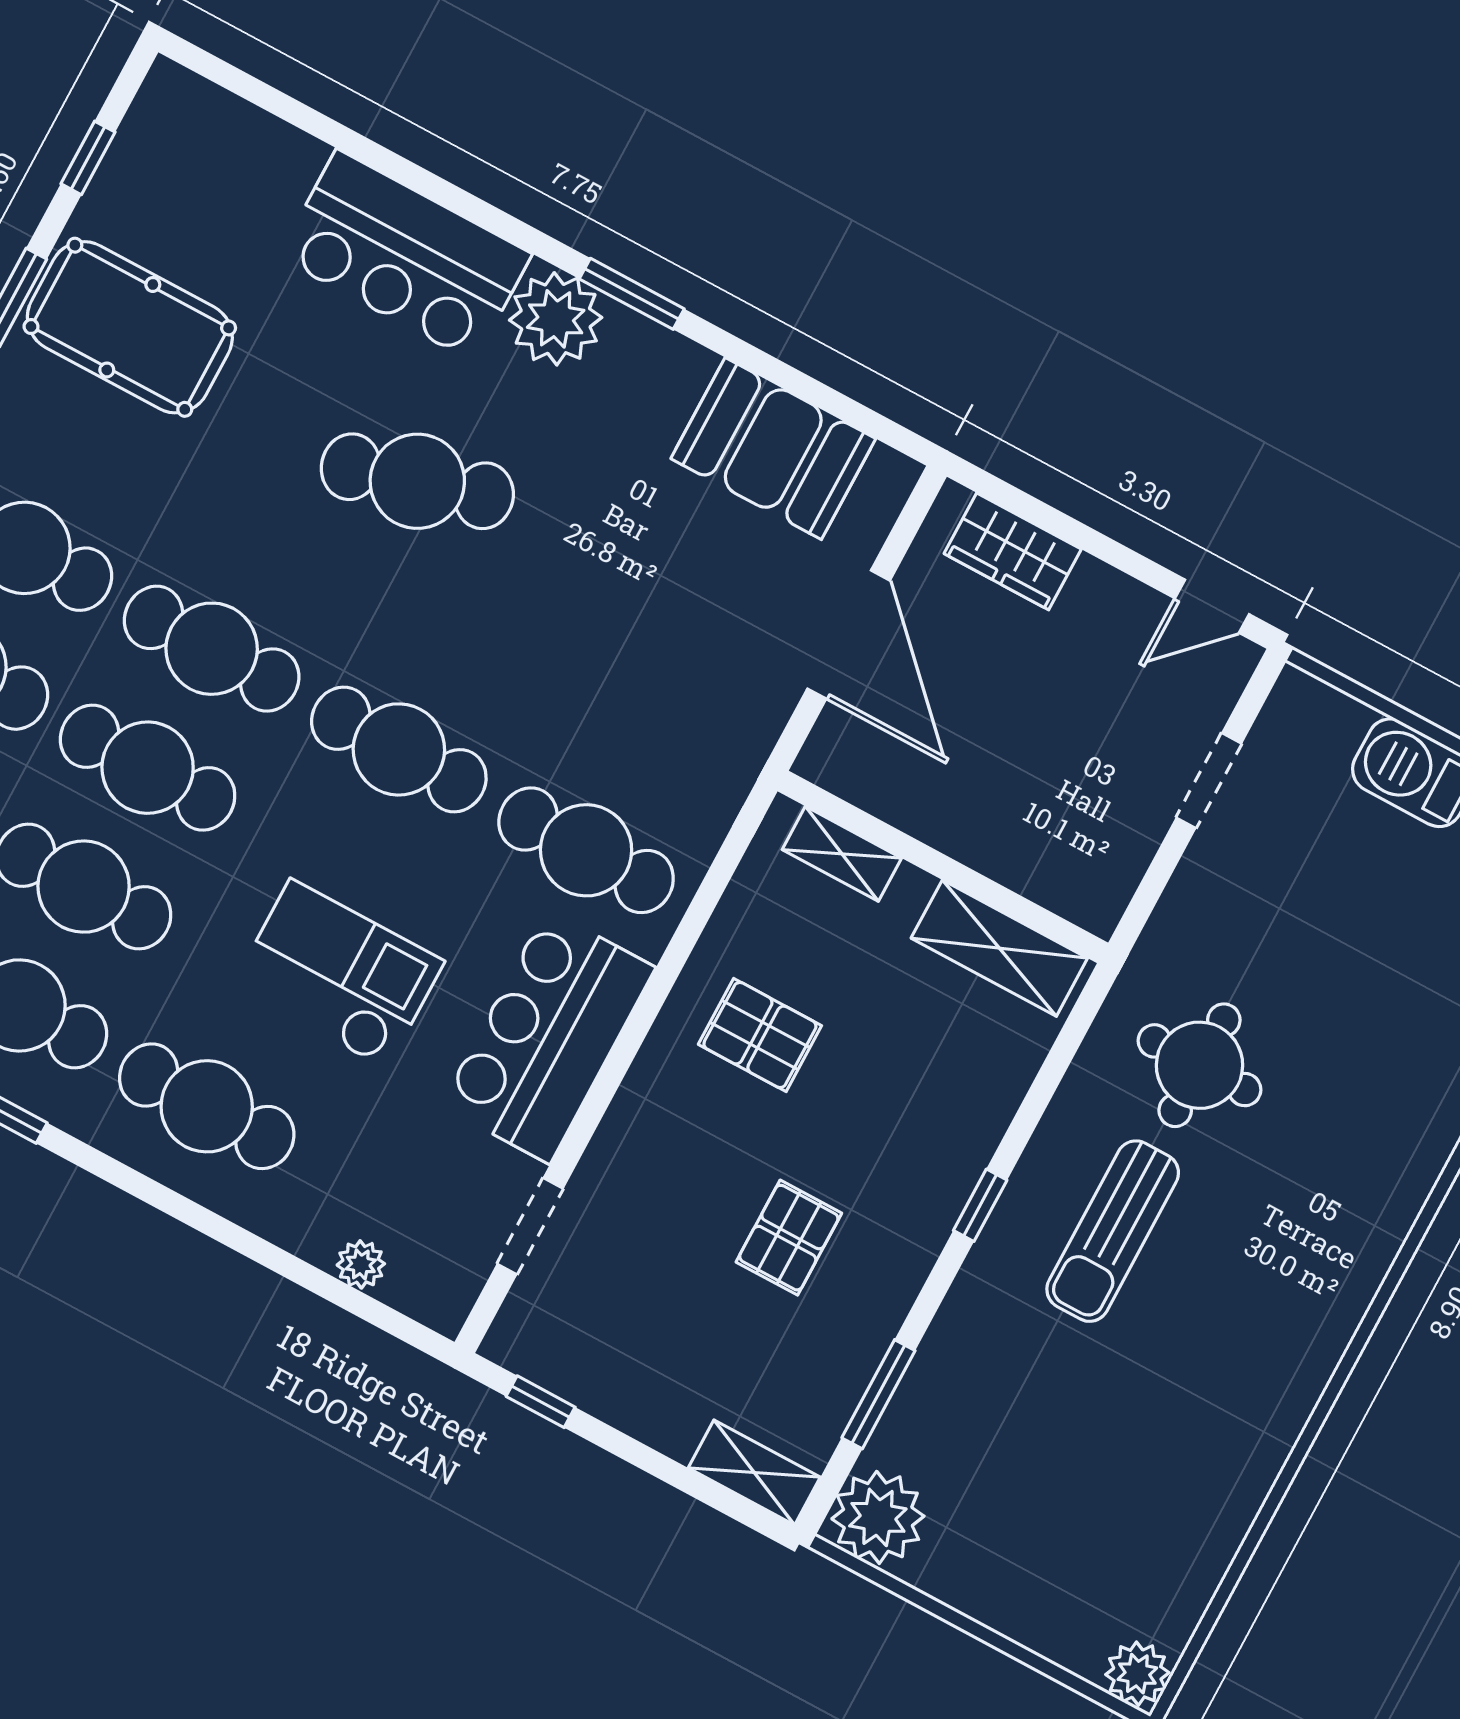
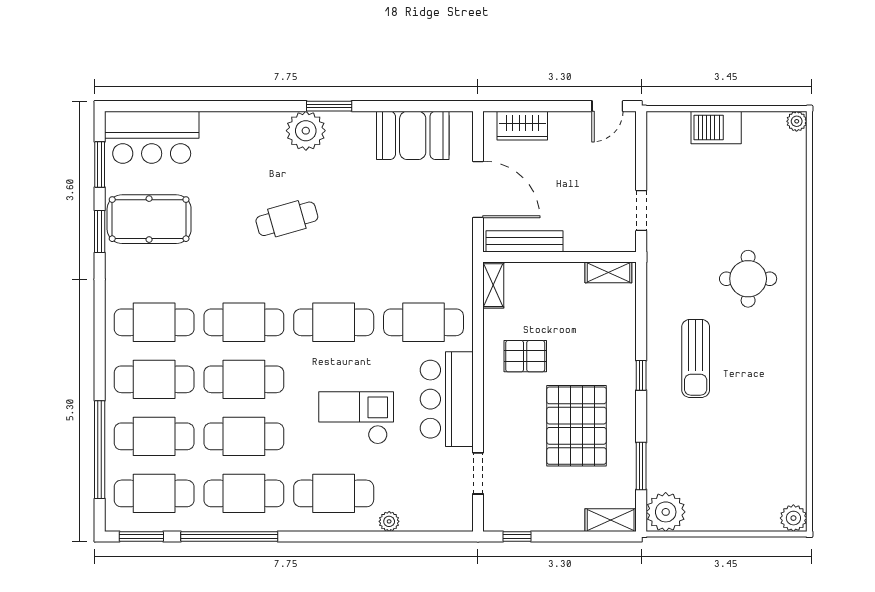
window: (88, 158) -> (100, 165), width x1.50
bar counter: (405, 255) -> (152, 137), moved
cafe table: (417, 481) -> (287, 219), width x0.73, depth x0.74
doorway: (1209, 781) -> (641, 210), moved
bench: (887, 795) -> (524, 241), added
shelving: (842, 854) -> (493, 285), moved, turned 90
shelving: (999, 948) -> (608, 272), width x0.67, depth x0.75
round table: (1200, 1065) -> (748, 279), moved
pallet: (789, 1238) -> (576, 426), width x2.05, depth x2.00
plant: (361, 1264) -> (389, 521), moved

